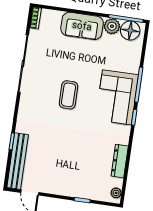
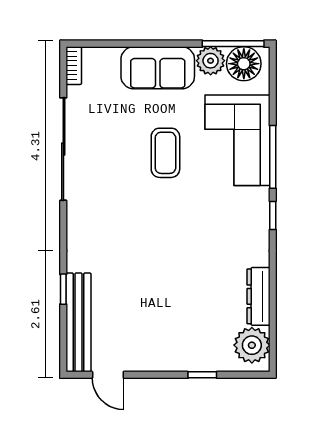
coffee table: (68, 95) -> (165, 153), moved
corner sofa: (117, 97) -> (237, 140), moved
plant: (116, 193) -> (252, 345), width x1.88, depth x1.88

